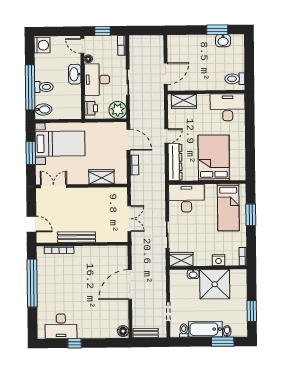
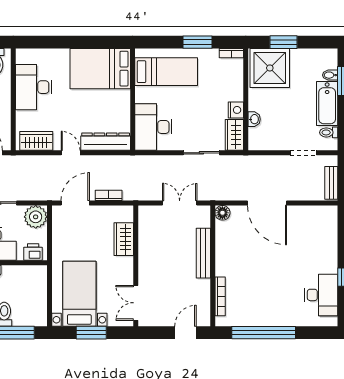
wardrobe: (184, 101) -> (36, 141), moved, turned -90
desk: (228, 107) -> (34, 87), moved
bidet: (43, 110) -> (34, 315), removed
bed: (214, 158) -> (100, 69), moved
window: (251, 215) -> (198, 42), moved
bench: (76, 237) -> (203, 253), moved
nightstand: (219, 260) -> (236, 110), moved
shower: (215, 284) -> (270, 68), moved
window: (252, 311) -> (283, 42), moved
floor lamp: (123, 331) -> (222, 213), moved

